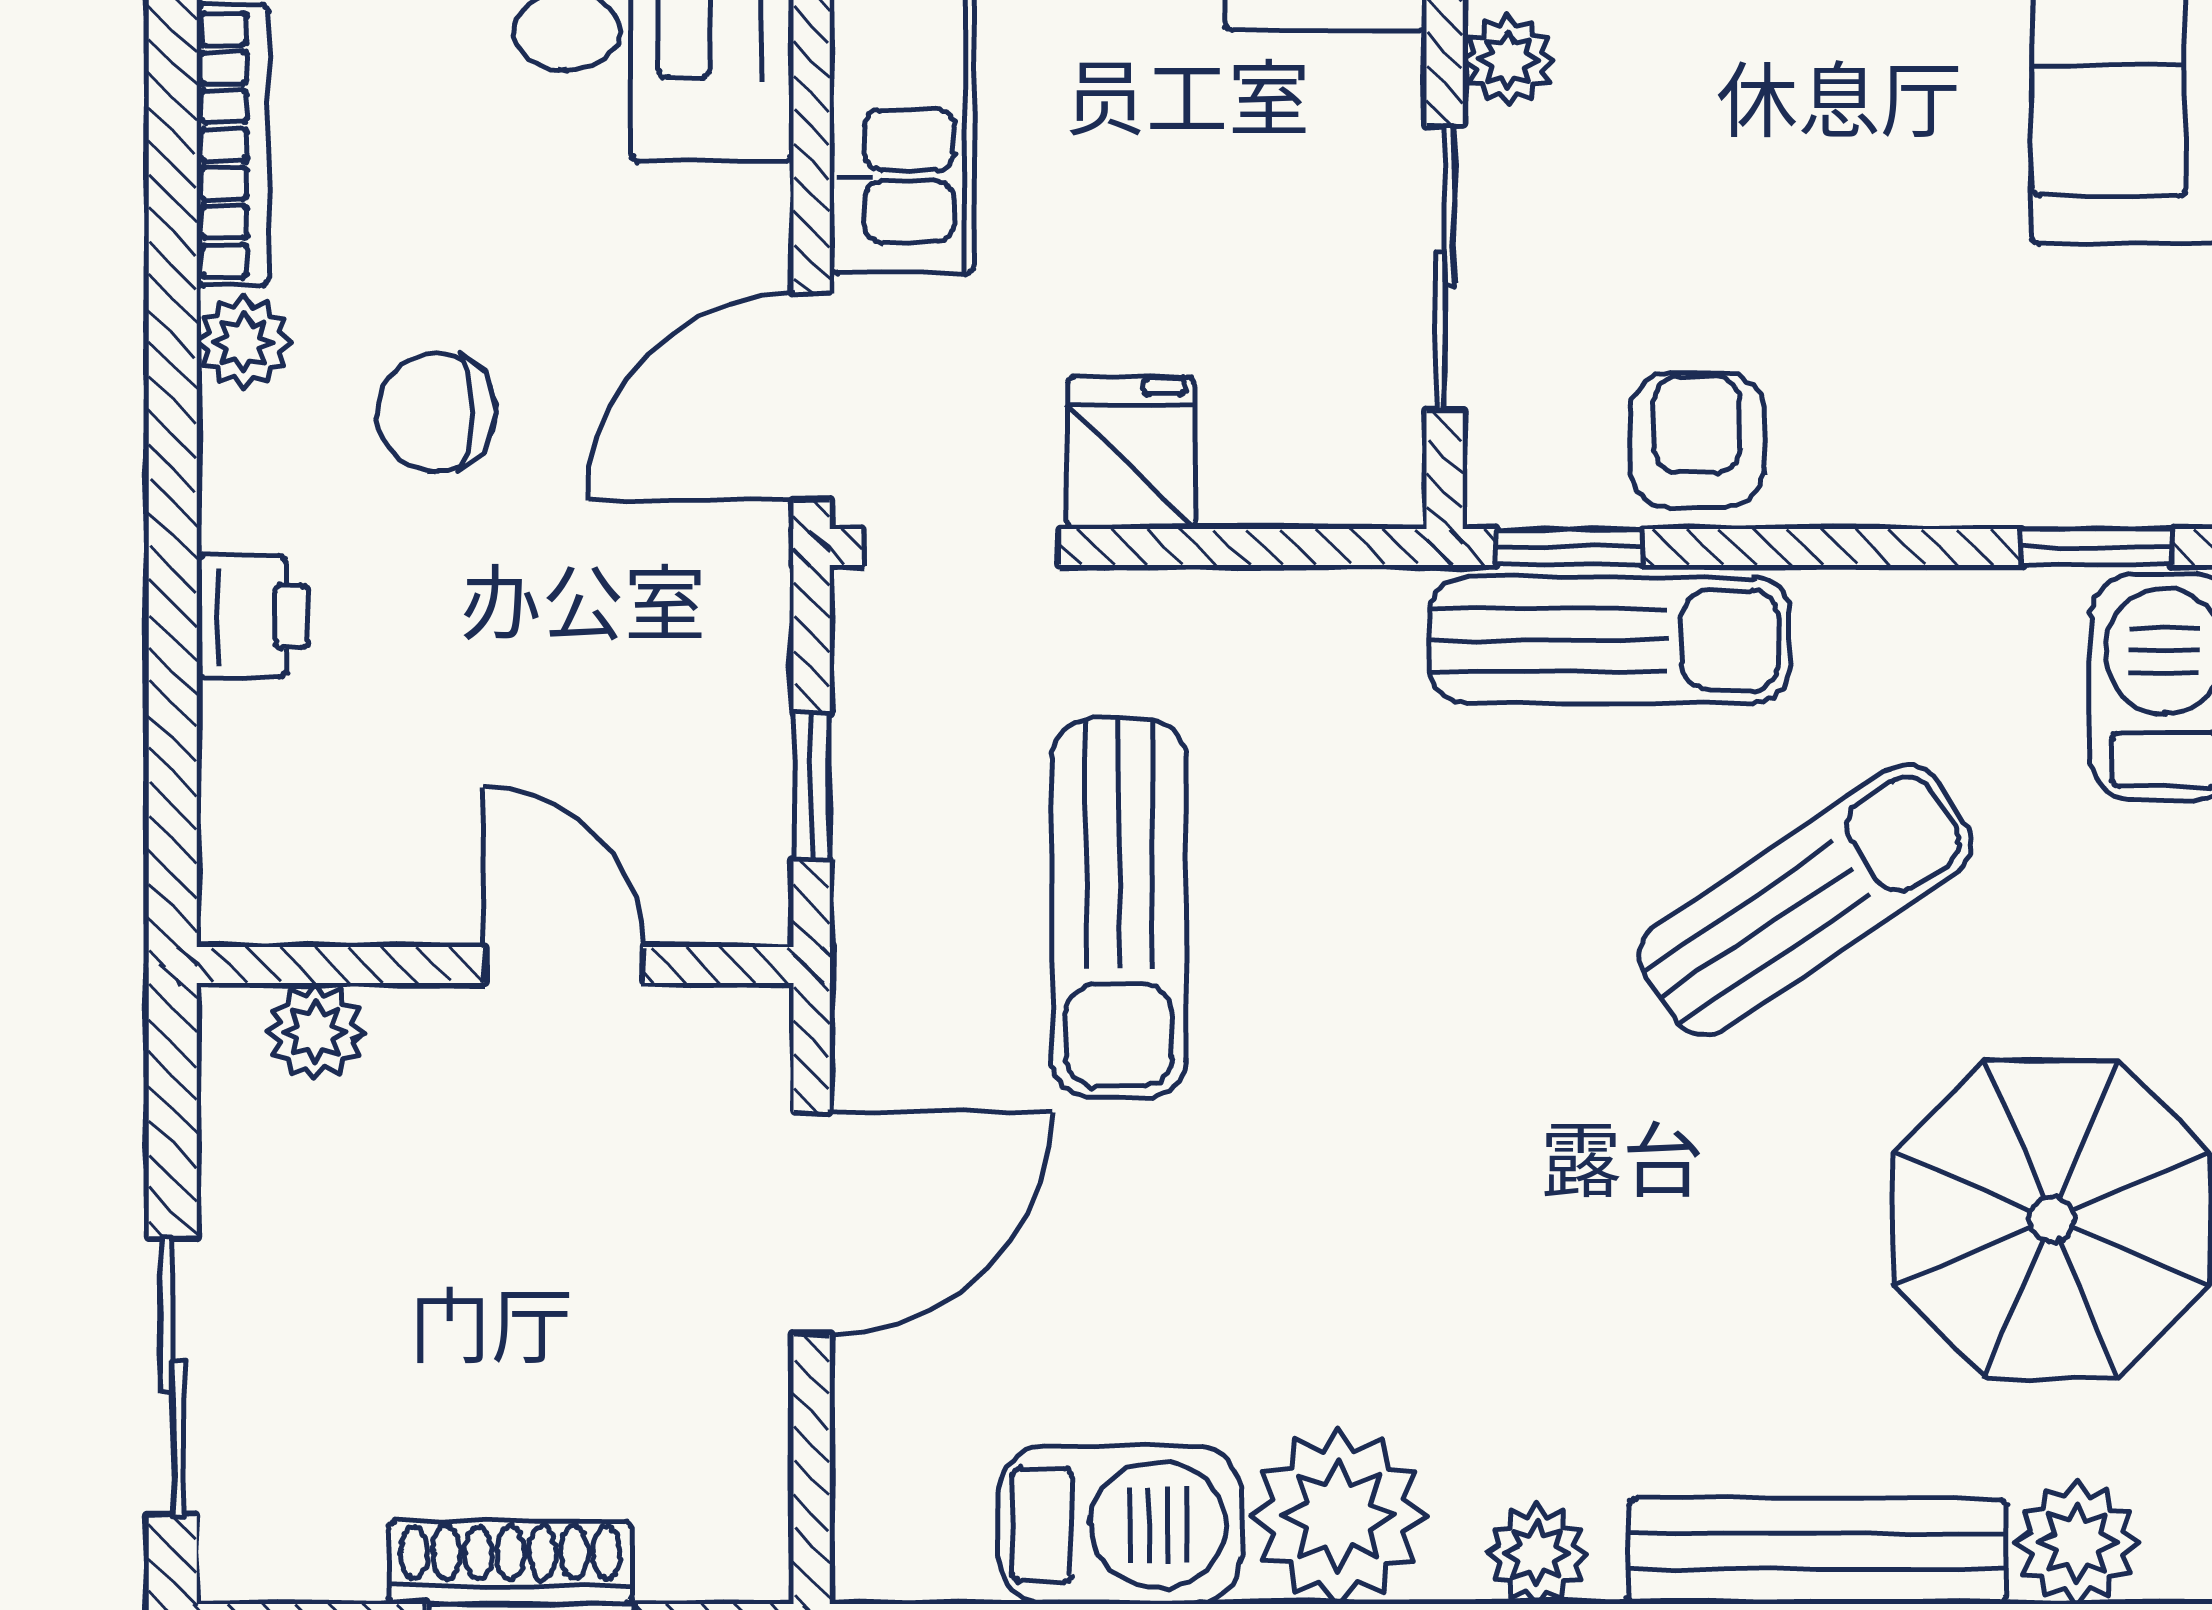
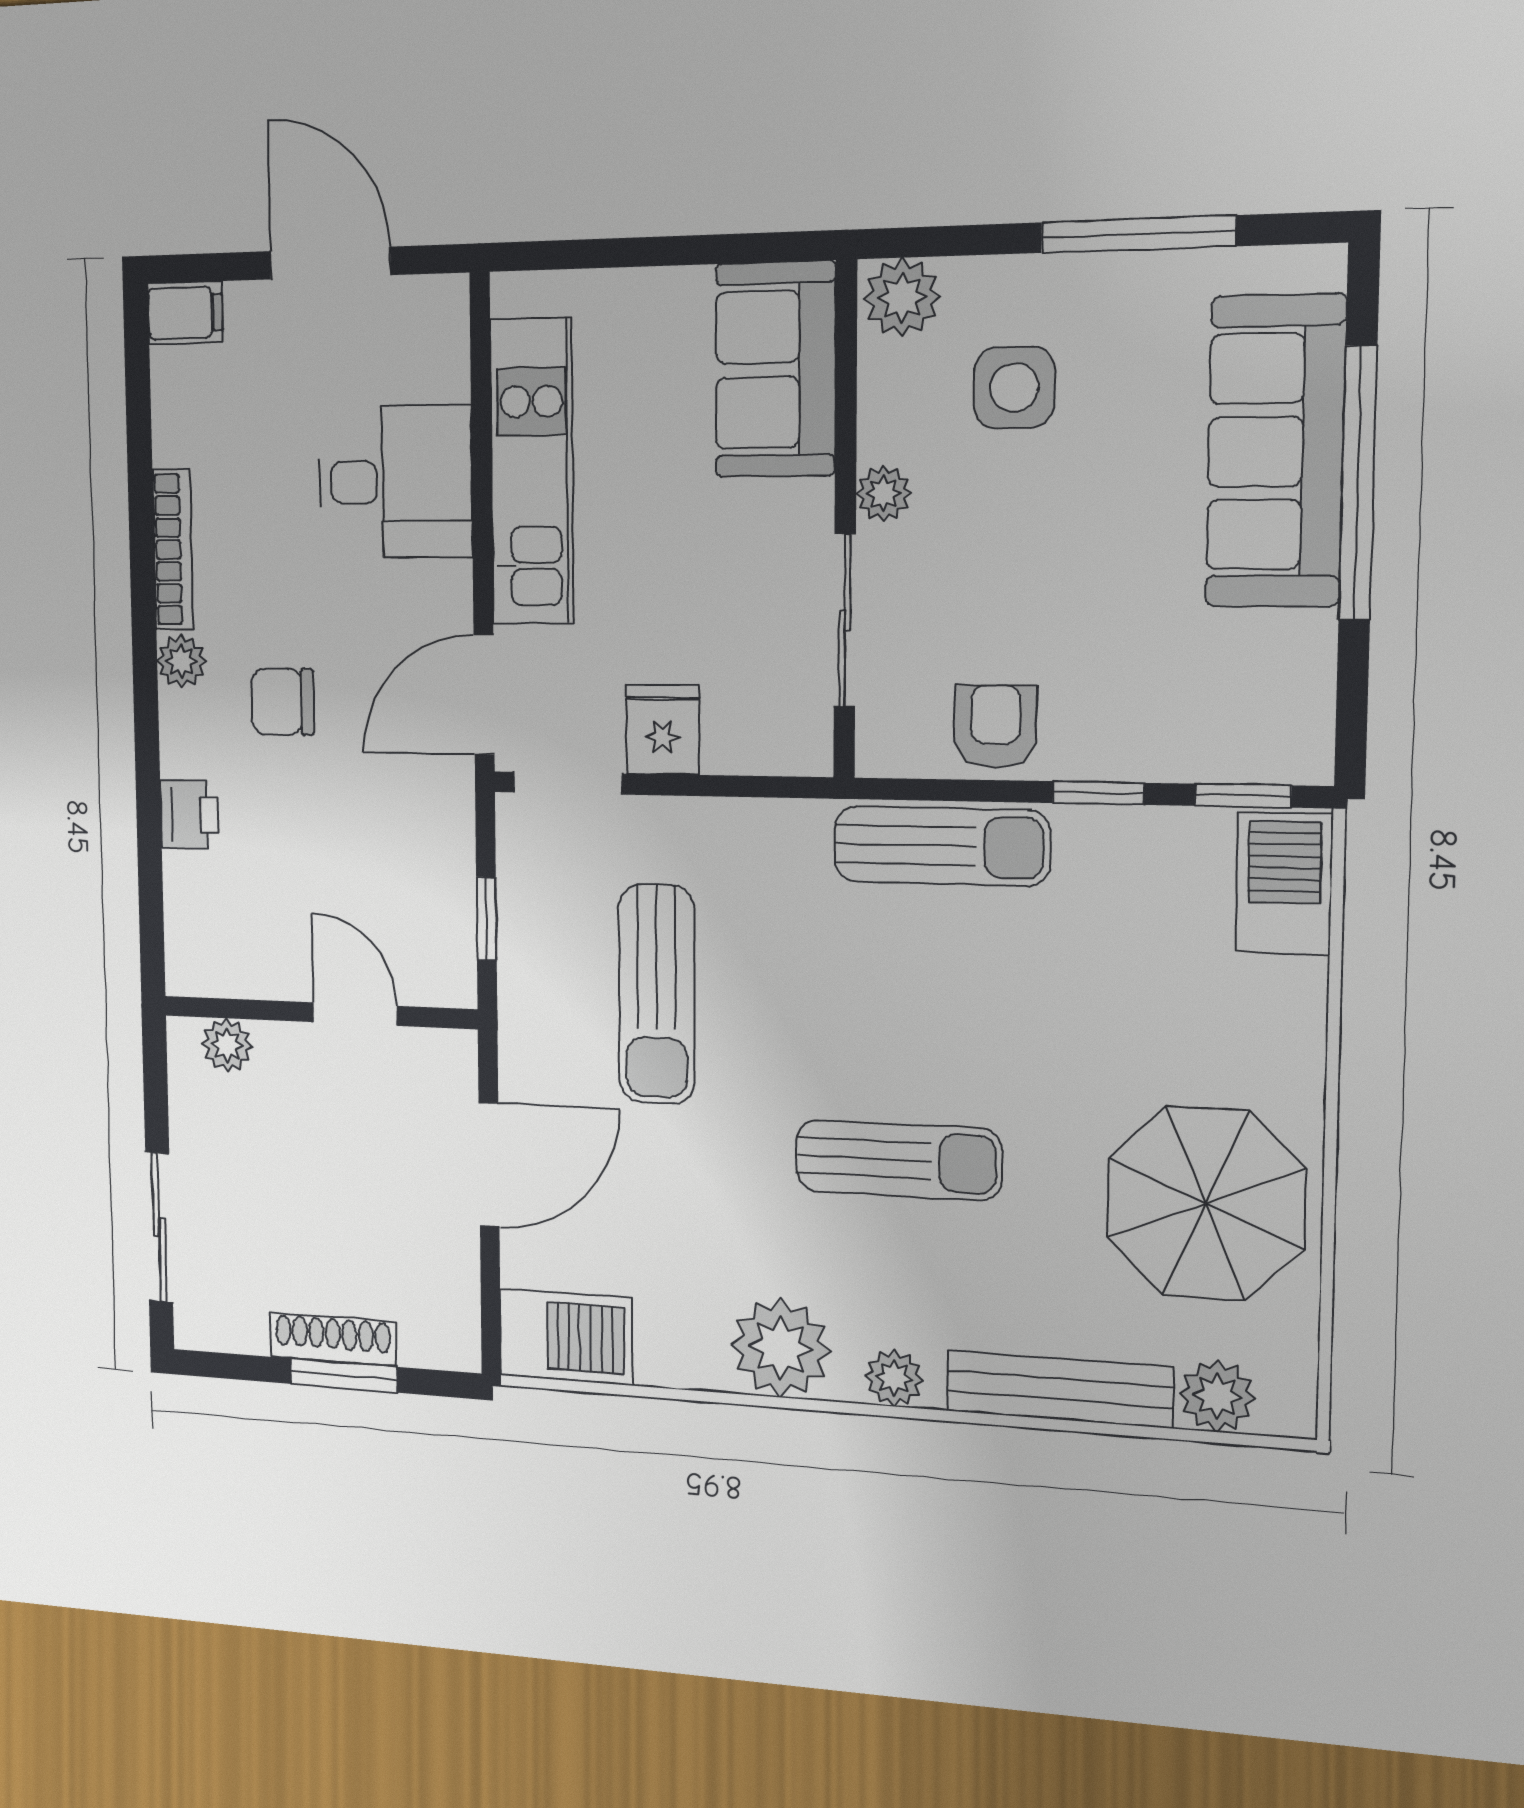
window: (1569, 547) -> (1098, 793), moved
sun lounger: (1806, 900) -> (898, 1160), moved, turned 34
barbecue: (1120, 1525) -> (566, 1337), moved

